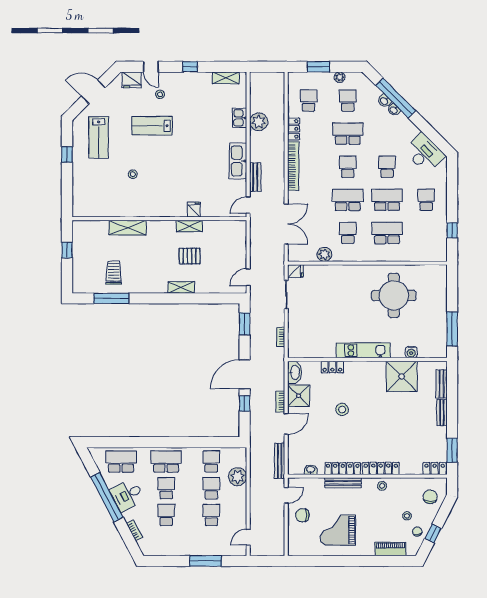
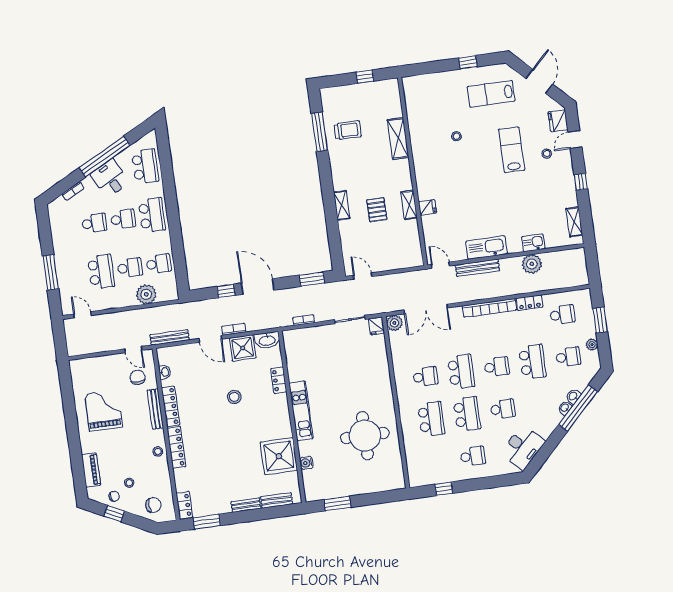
bench: (255, 177) -> (477, 268), width x1.36
plant: (324, 254) -> (394, 323), moved
window: (452, 329) -> (337, 503), width x0.69
school desk: (211, 515) -> (101, 272), width x1.85
chair: (302, 515) -> (138, 377), moved

